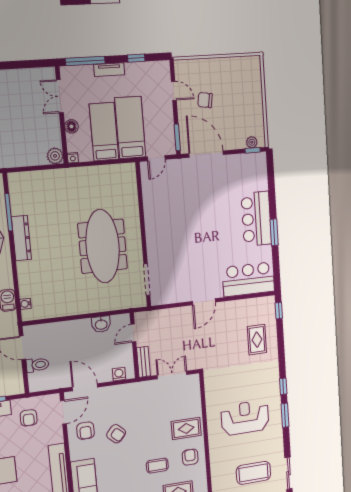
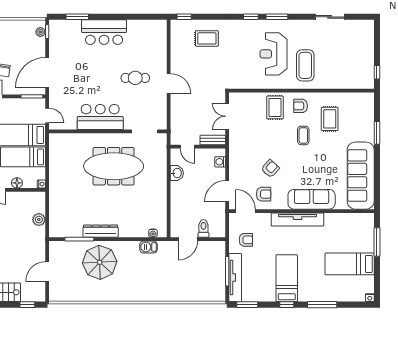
plant: (55, 156) -> (39, 220), moved
window: (274, 232) -> (77, 17), moved
cafe table: (208, 261) -> (135, 78), added
bar counter: (248, 279) -> (100, 117), moved, turned 90
coffee table: (253, 473) -> (305, 65), moved

